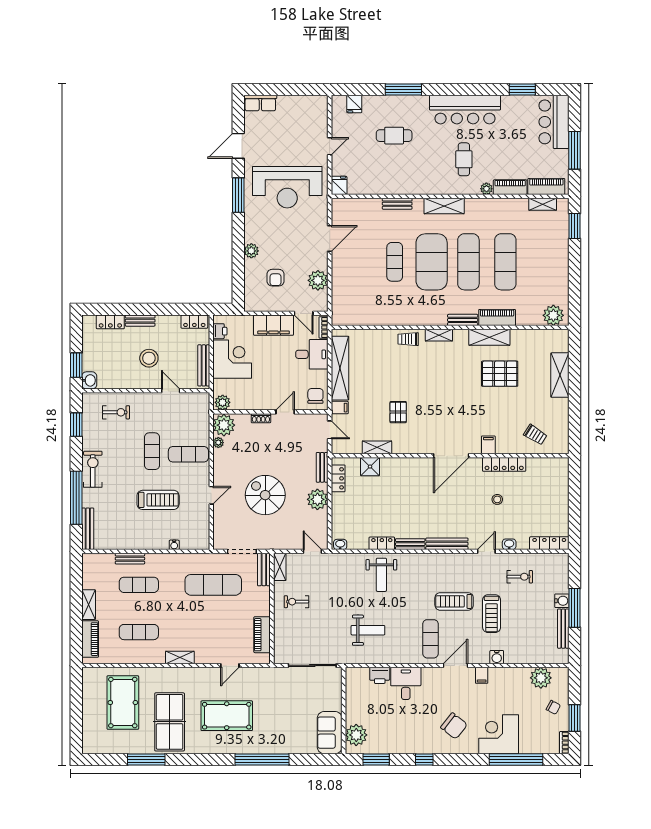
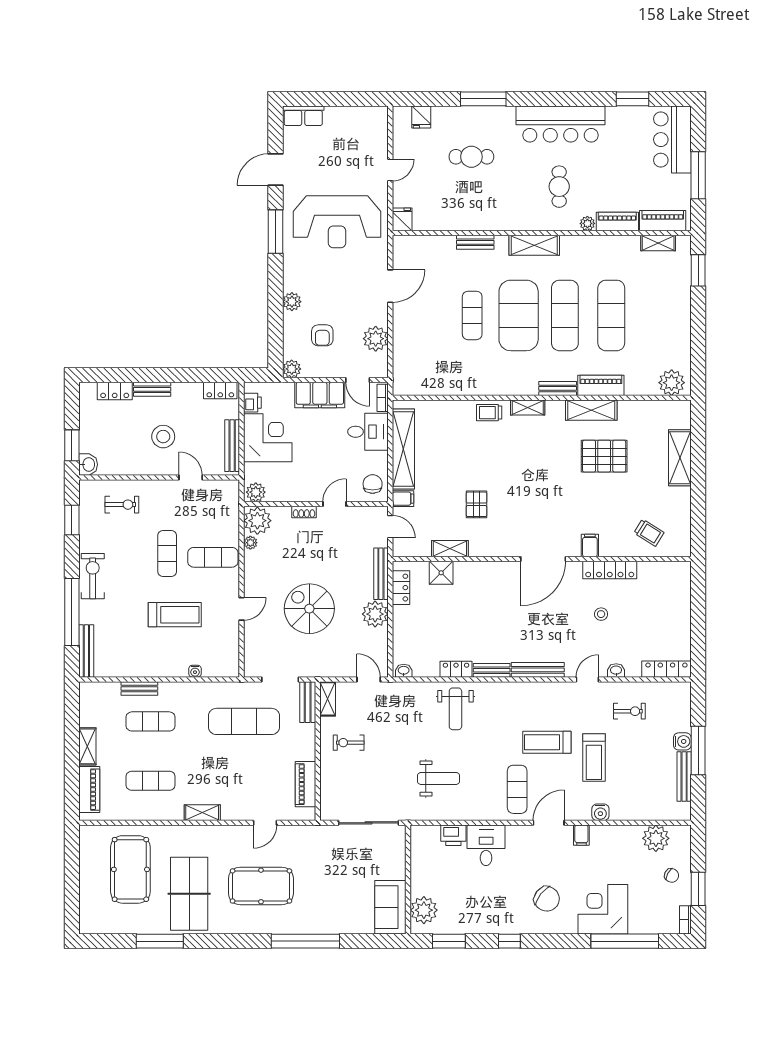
plant: (251, 304) -> (292, 369), added
bench: (322, 467) -> (381, 574), width x1.36

